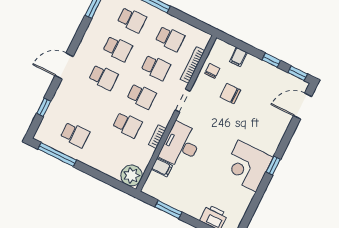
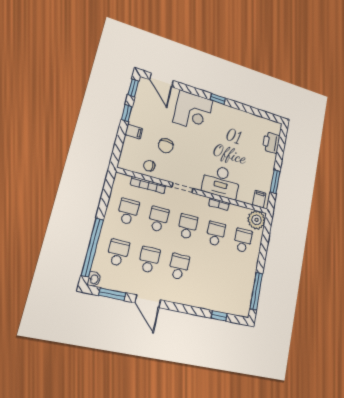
filing cabinet: (238, 57) -> (134, 132), moved
door: (64, 66) -> (148, 301), moved
school desk: (75, 135) -> (243, 240), moved
corner desk: (247, 166) -> (193, 111), moved
filing cabinet: (162, 167) -> (259, 199), moved

